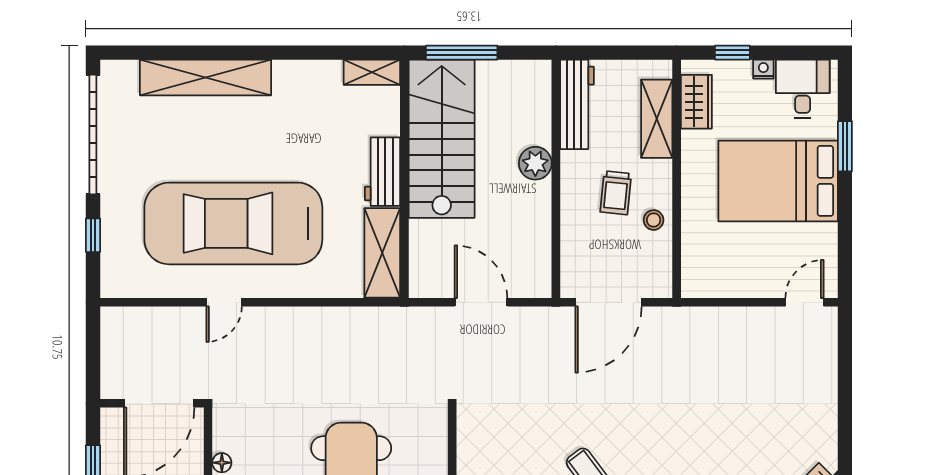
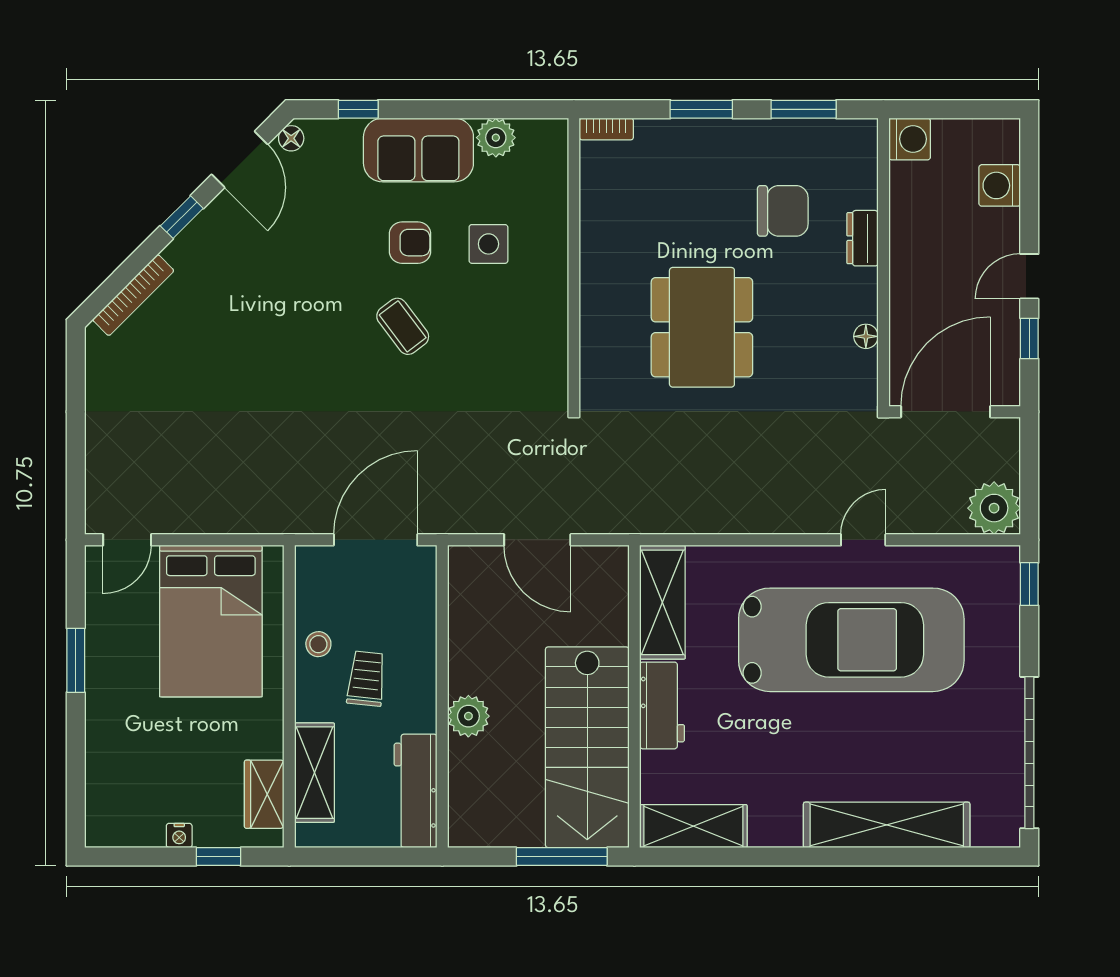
shelving: (372, 72) -> (693, 826), width x1.50, depth x1.33
desk: (803, 89) -> (129, 811), removed
window: (845, 146) -> (76, 660), moved
bed: (778, 181) -> (211, 621), moved, turned 90
window: (93, 235) -> (1029, 584), moved
plant: (121, 327) -> (994, 508), added

